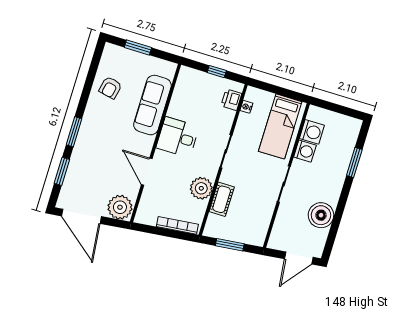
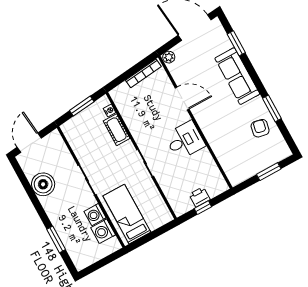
printer: (231, 100) -> (200, 197), moved, turned -90
sofa: (152, 105) -> (237, 76), moved, turned 180
nightstand: (246, 107) -> (110, 110), moved
window: (74, 132) -> (272, 108), moved
plant: (201, 188) -> (137, 123), removed
plant: (120, 207) -> (169, 57), width x0.53, depth x0.53
bookcase: (177, 225) -> (143, 73), moved

